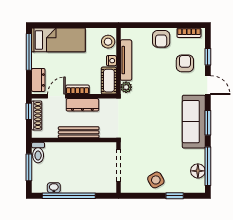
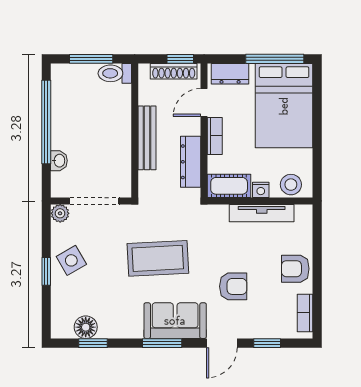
bed: (58, 40) -> (284, 106), width x1.50
armchair: (185, 63) -> (233, 286), moved
plant: (126, 87) -> (60, 213), moved
door: (56, 96) -> (204, 102), swing flipped
dresser: (82, 105) -> (191, 162), moved
sofa: (194, 122) -> (175, 321), width x0.73
coffee table: (155, 125) -> (158, 258), added
window: (208, 166) -> (93, 343), width x0.46
washbasin: (54, 188) -> (59, 161), moved
window: (175, 196) -> (46, 271), moved

